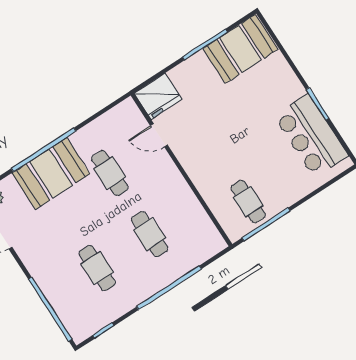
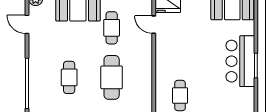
bar counter: (311, 136) -> (240, 61), moved
cafe table: (150, 234) -> (112, 77), width x1.37, depth x1.35

